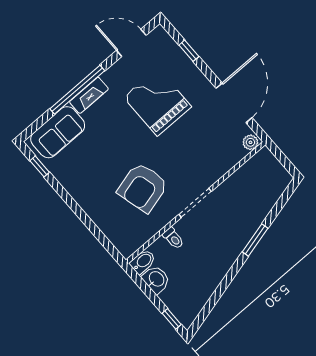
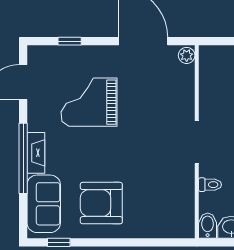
armchair: (143, 187) -> (101, 203), moved, turned 105

